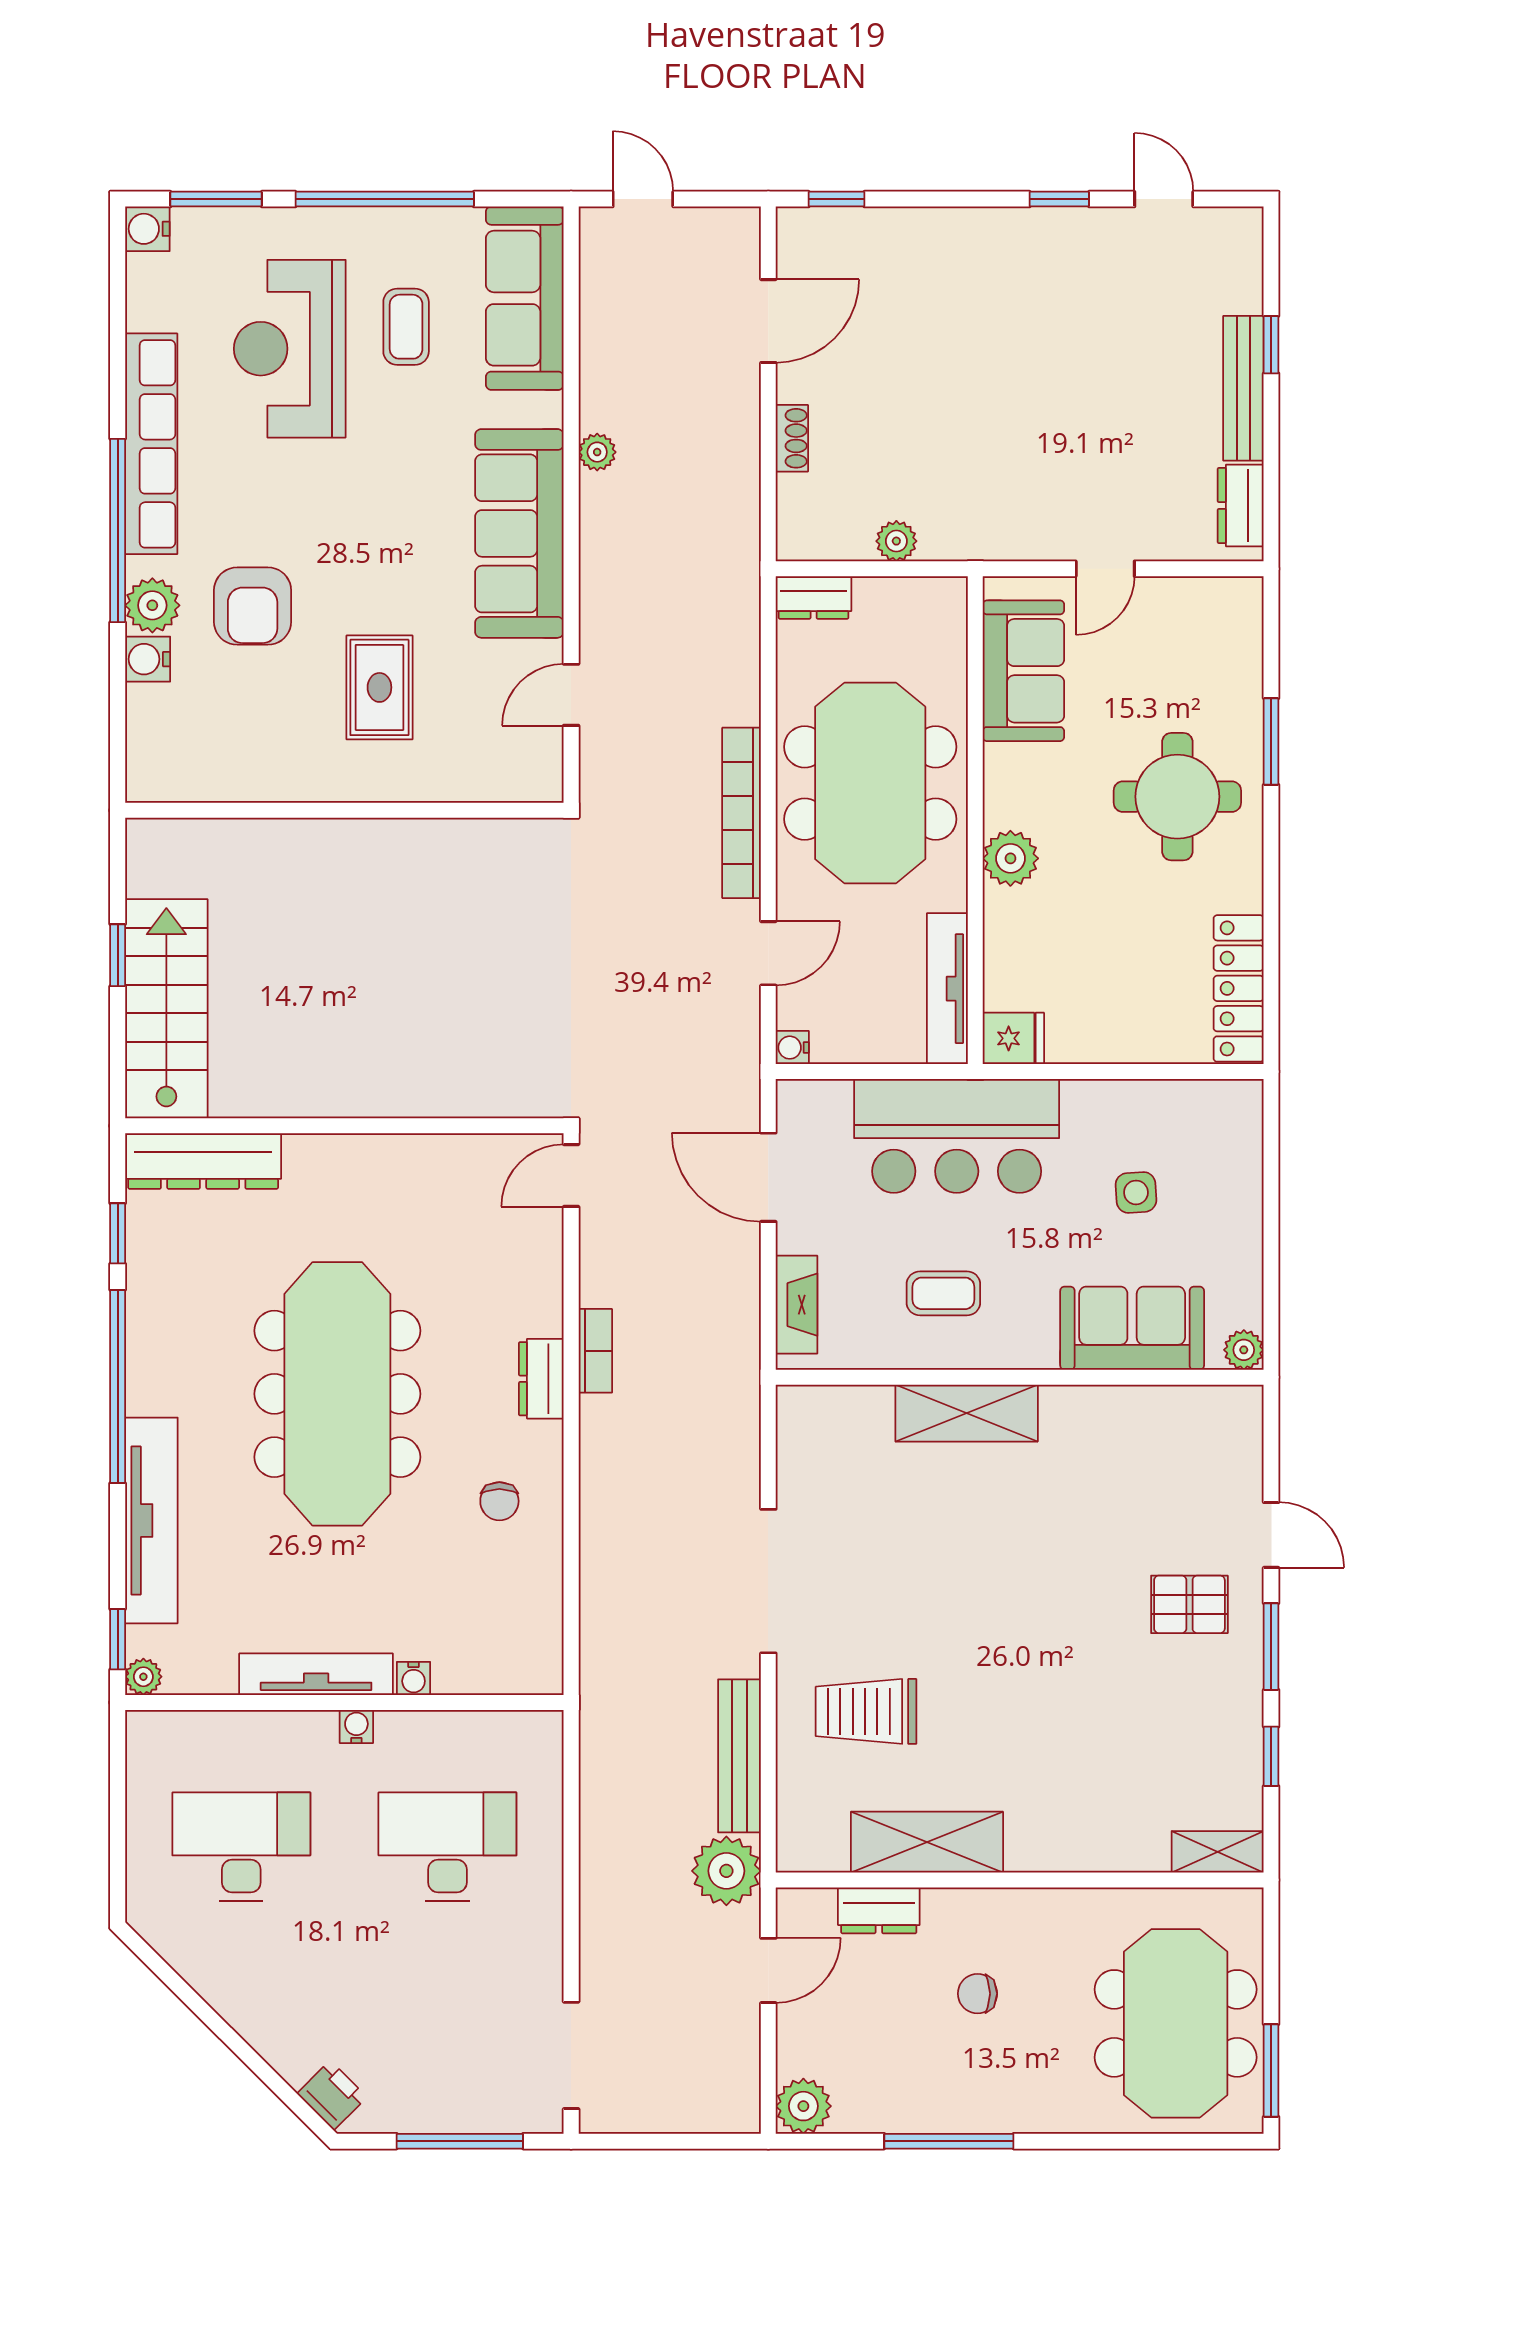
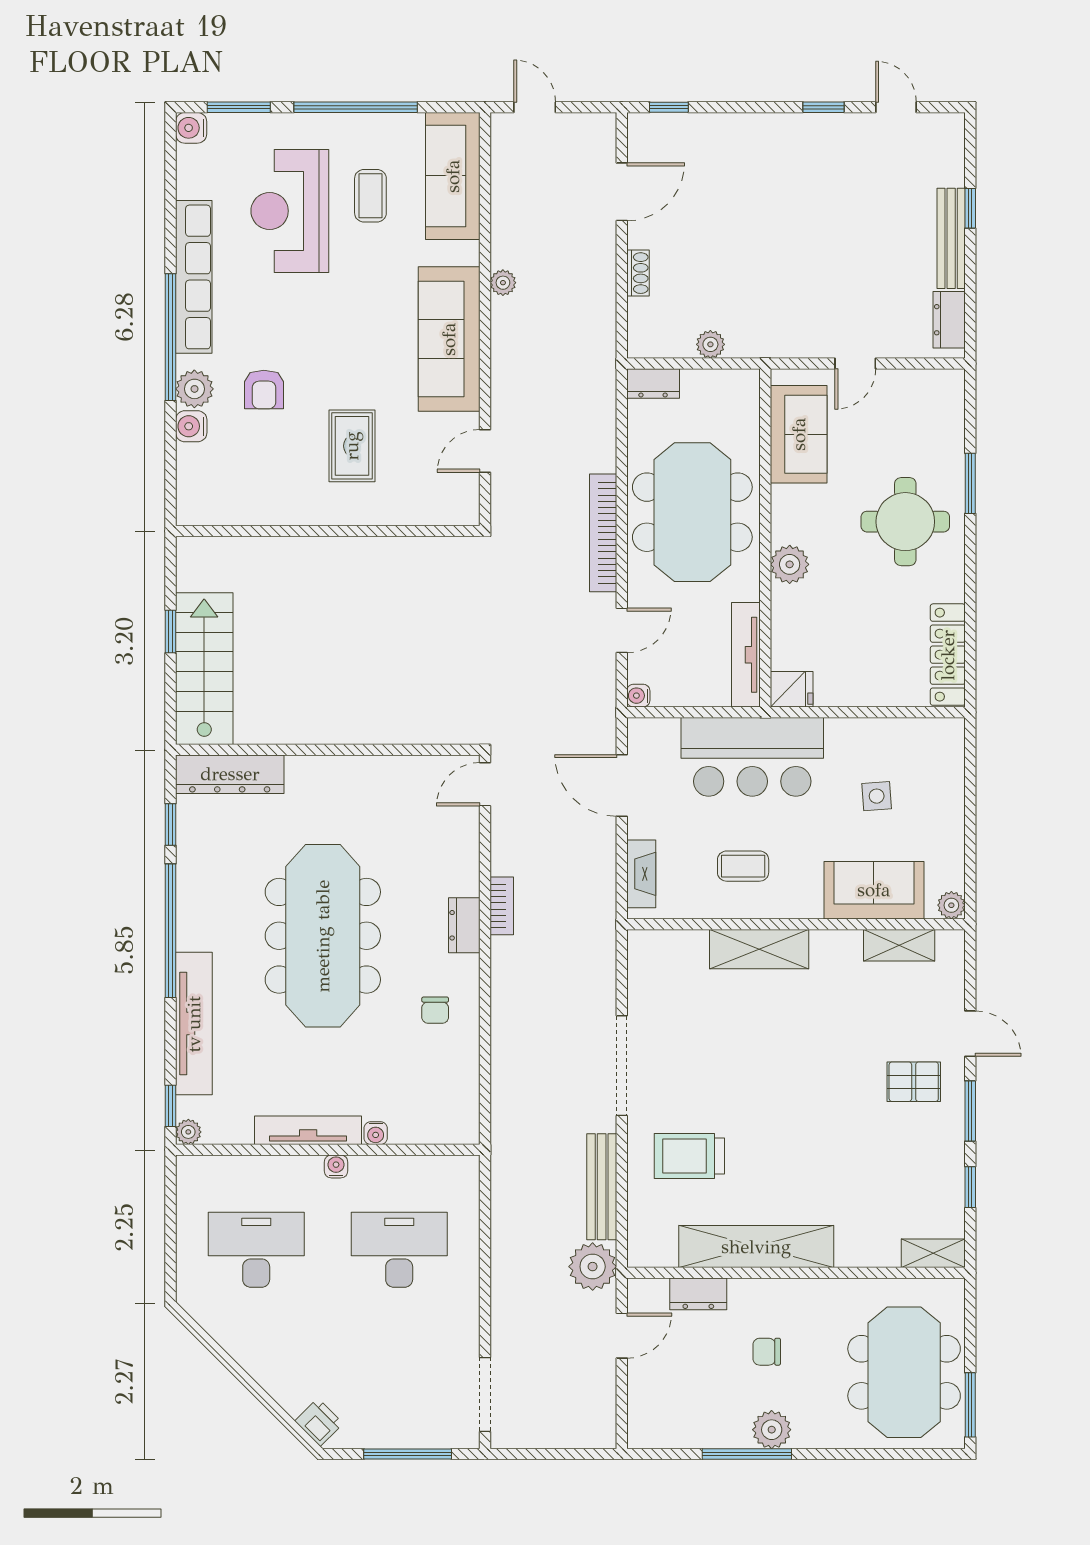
armchair: (253, 606) -> (264, 389), width x0.72, depth x0.72
shelving: (1169, 1408) -> (899, 945), added
shelving: (927, 1842) -> (756, 1247), width x1.47
plant: (803, 2106) -> (772, 1430), moved

